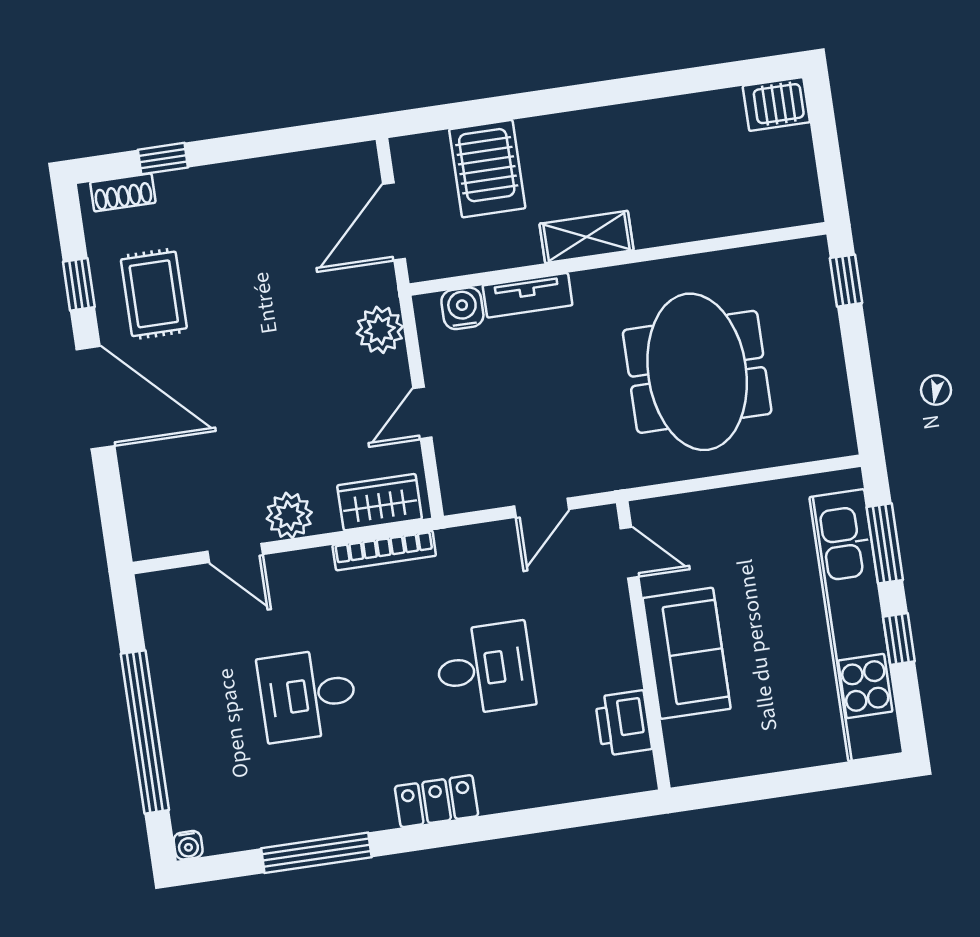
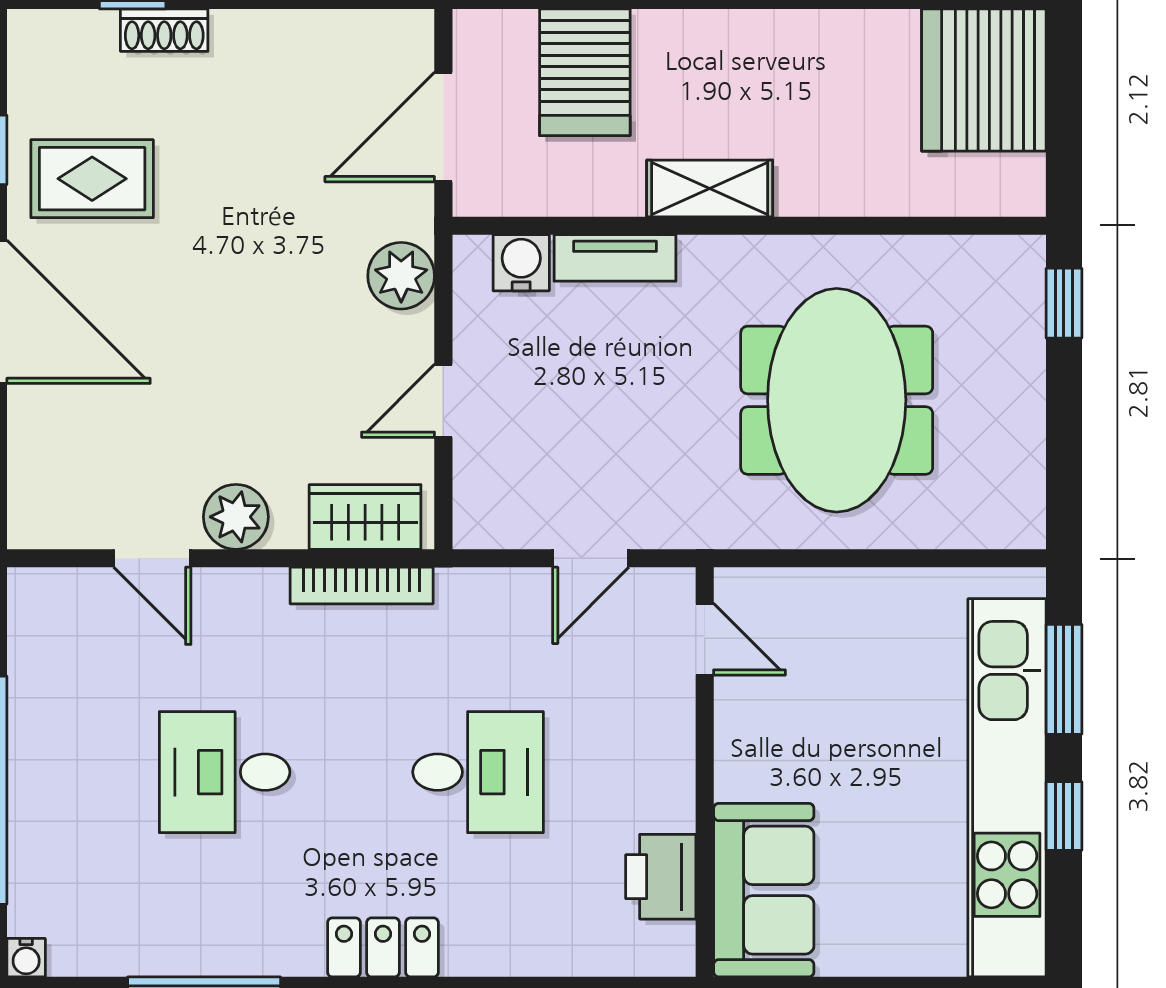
server rack: (776, 104) -> (984, 80), width x2.18, depth x1.44
shoe rack: (123, 192) -> (164, 30), moved
rug: (154, 294) -> (92, 179), turned 90
sofa: (687, 653) -> (764, 890), moved

